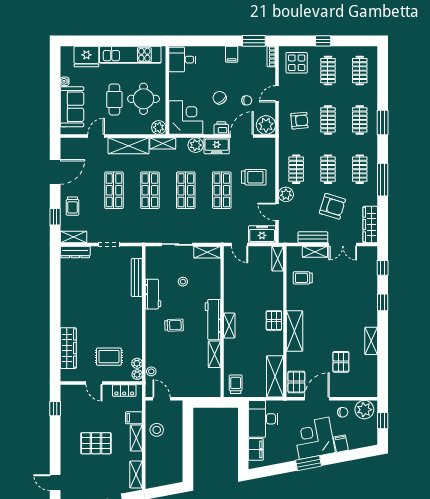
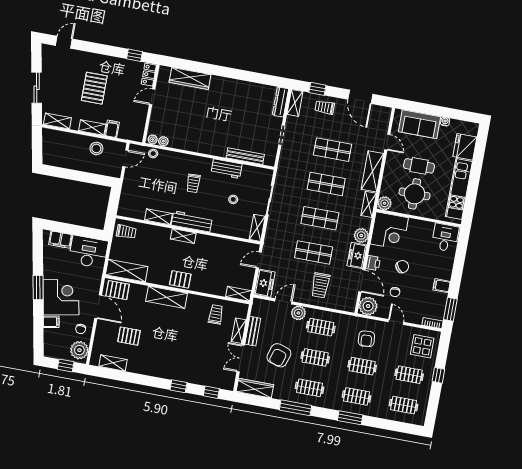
shelving: (371, 341) -> (113, 363), moved
rug: (109, 357) -> (175, 116), removed
locker: (124, 390) -> (149, 75), moved

